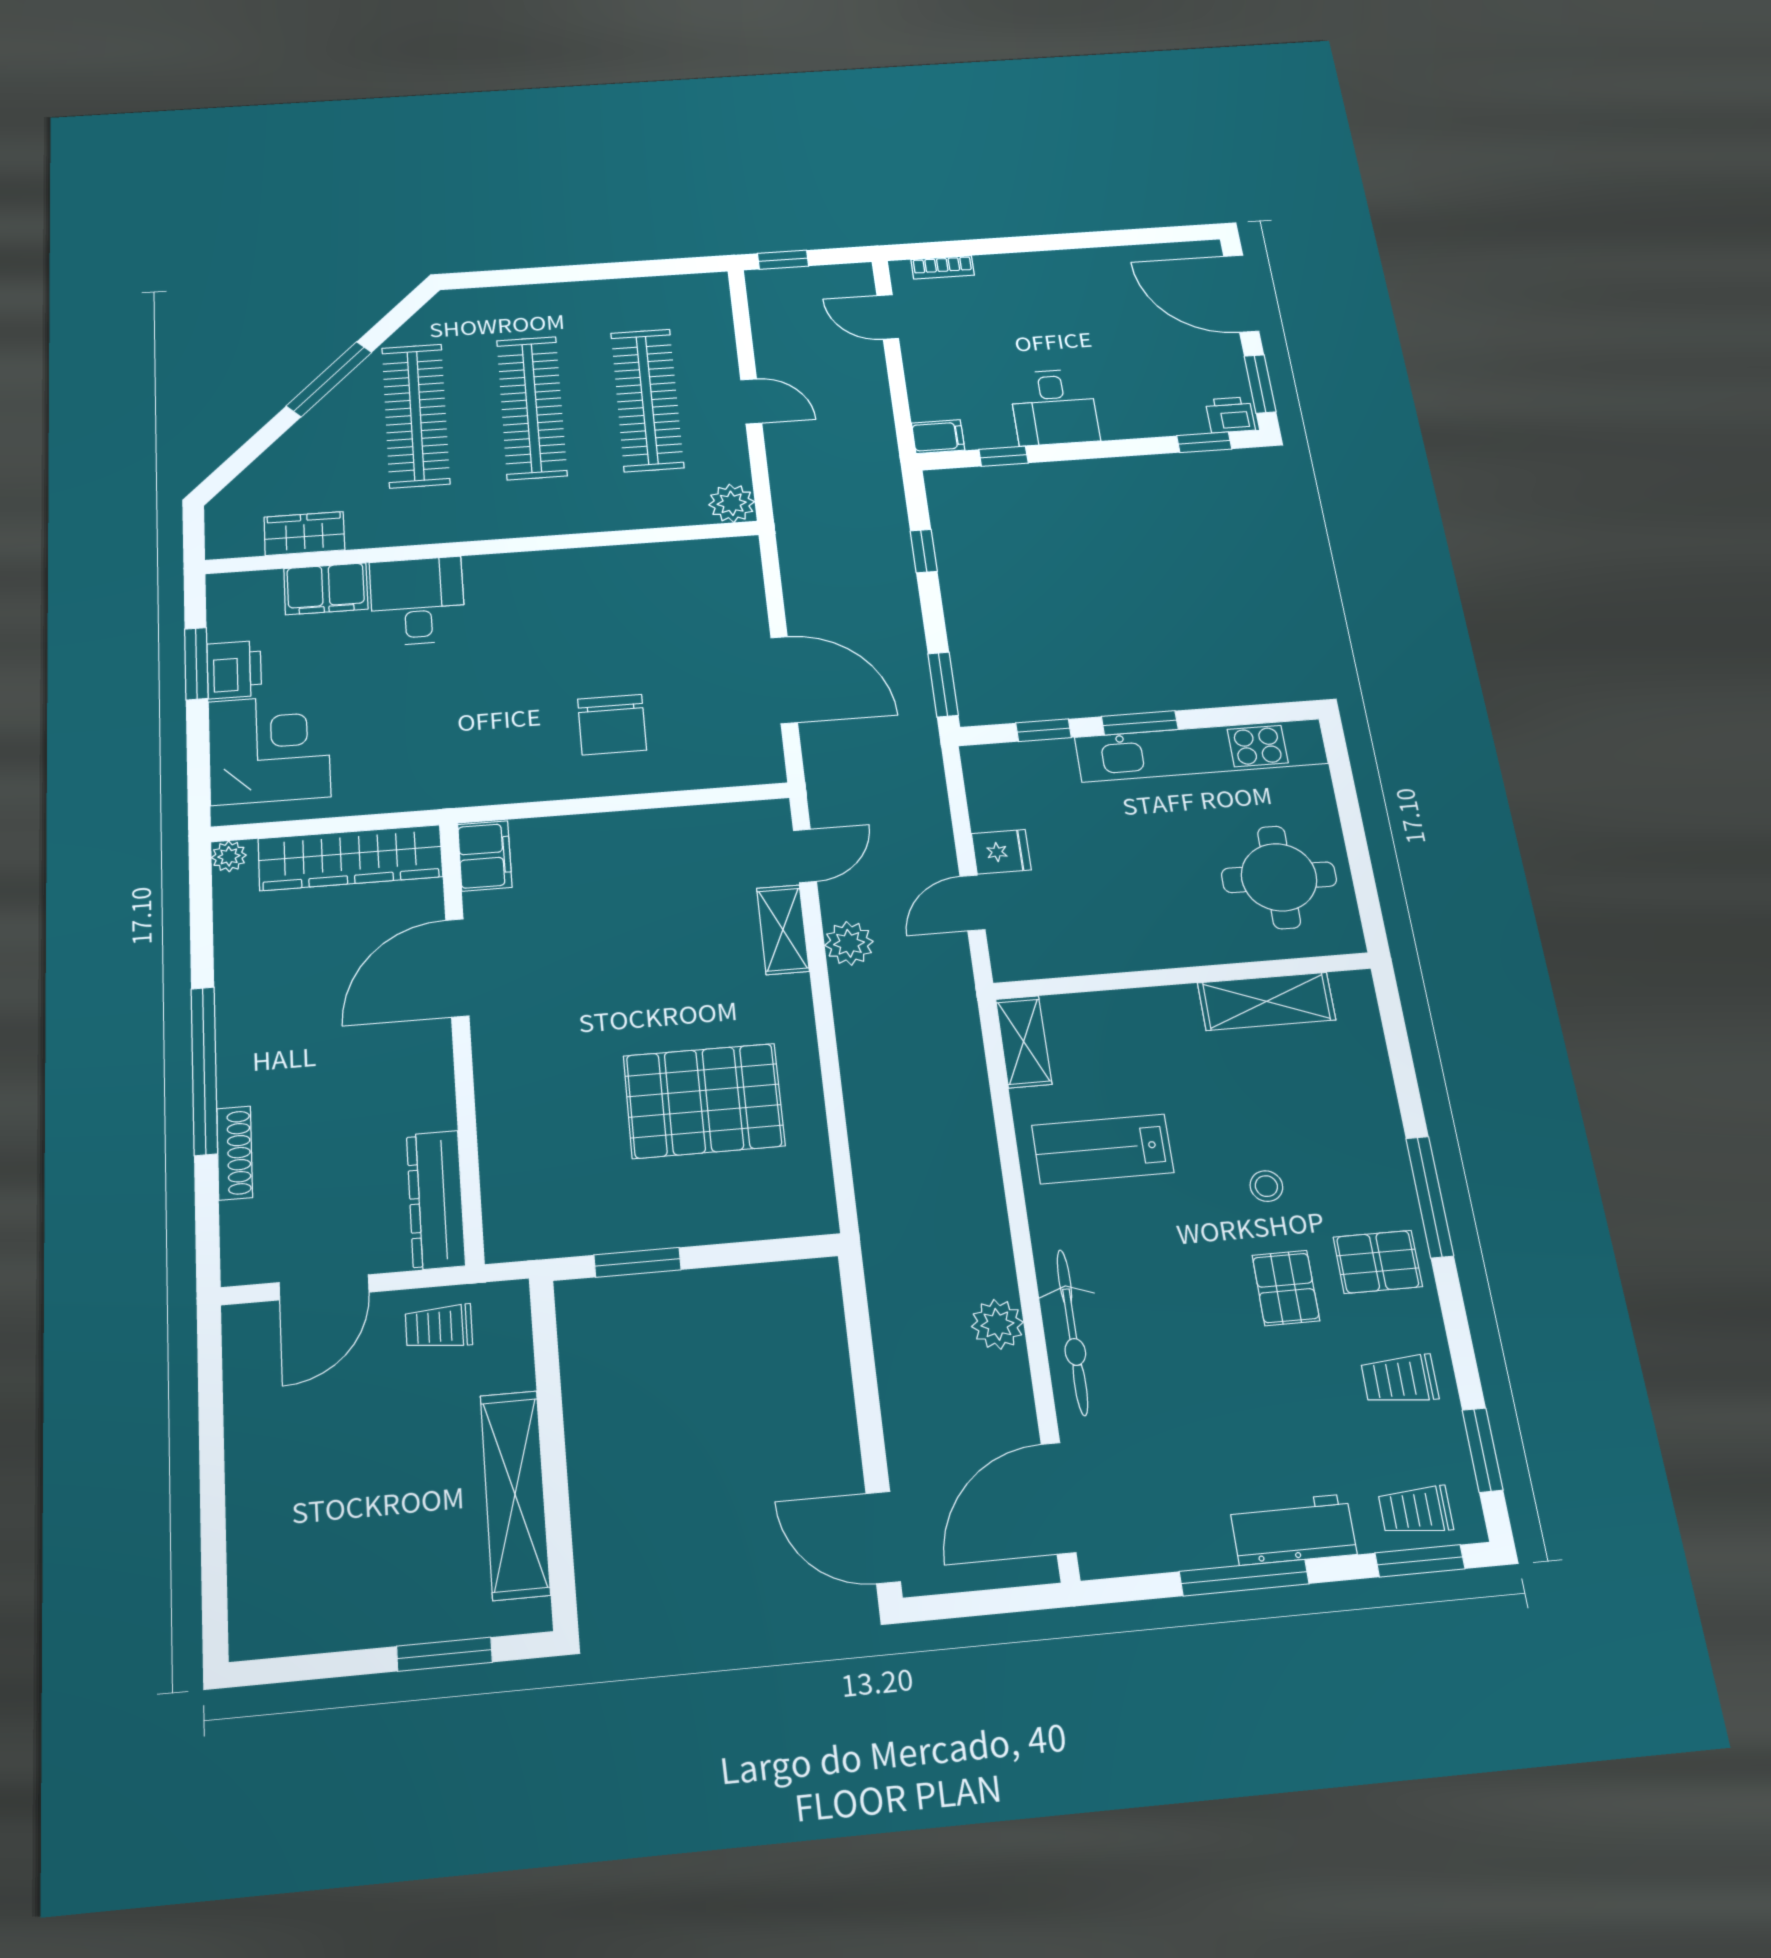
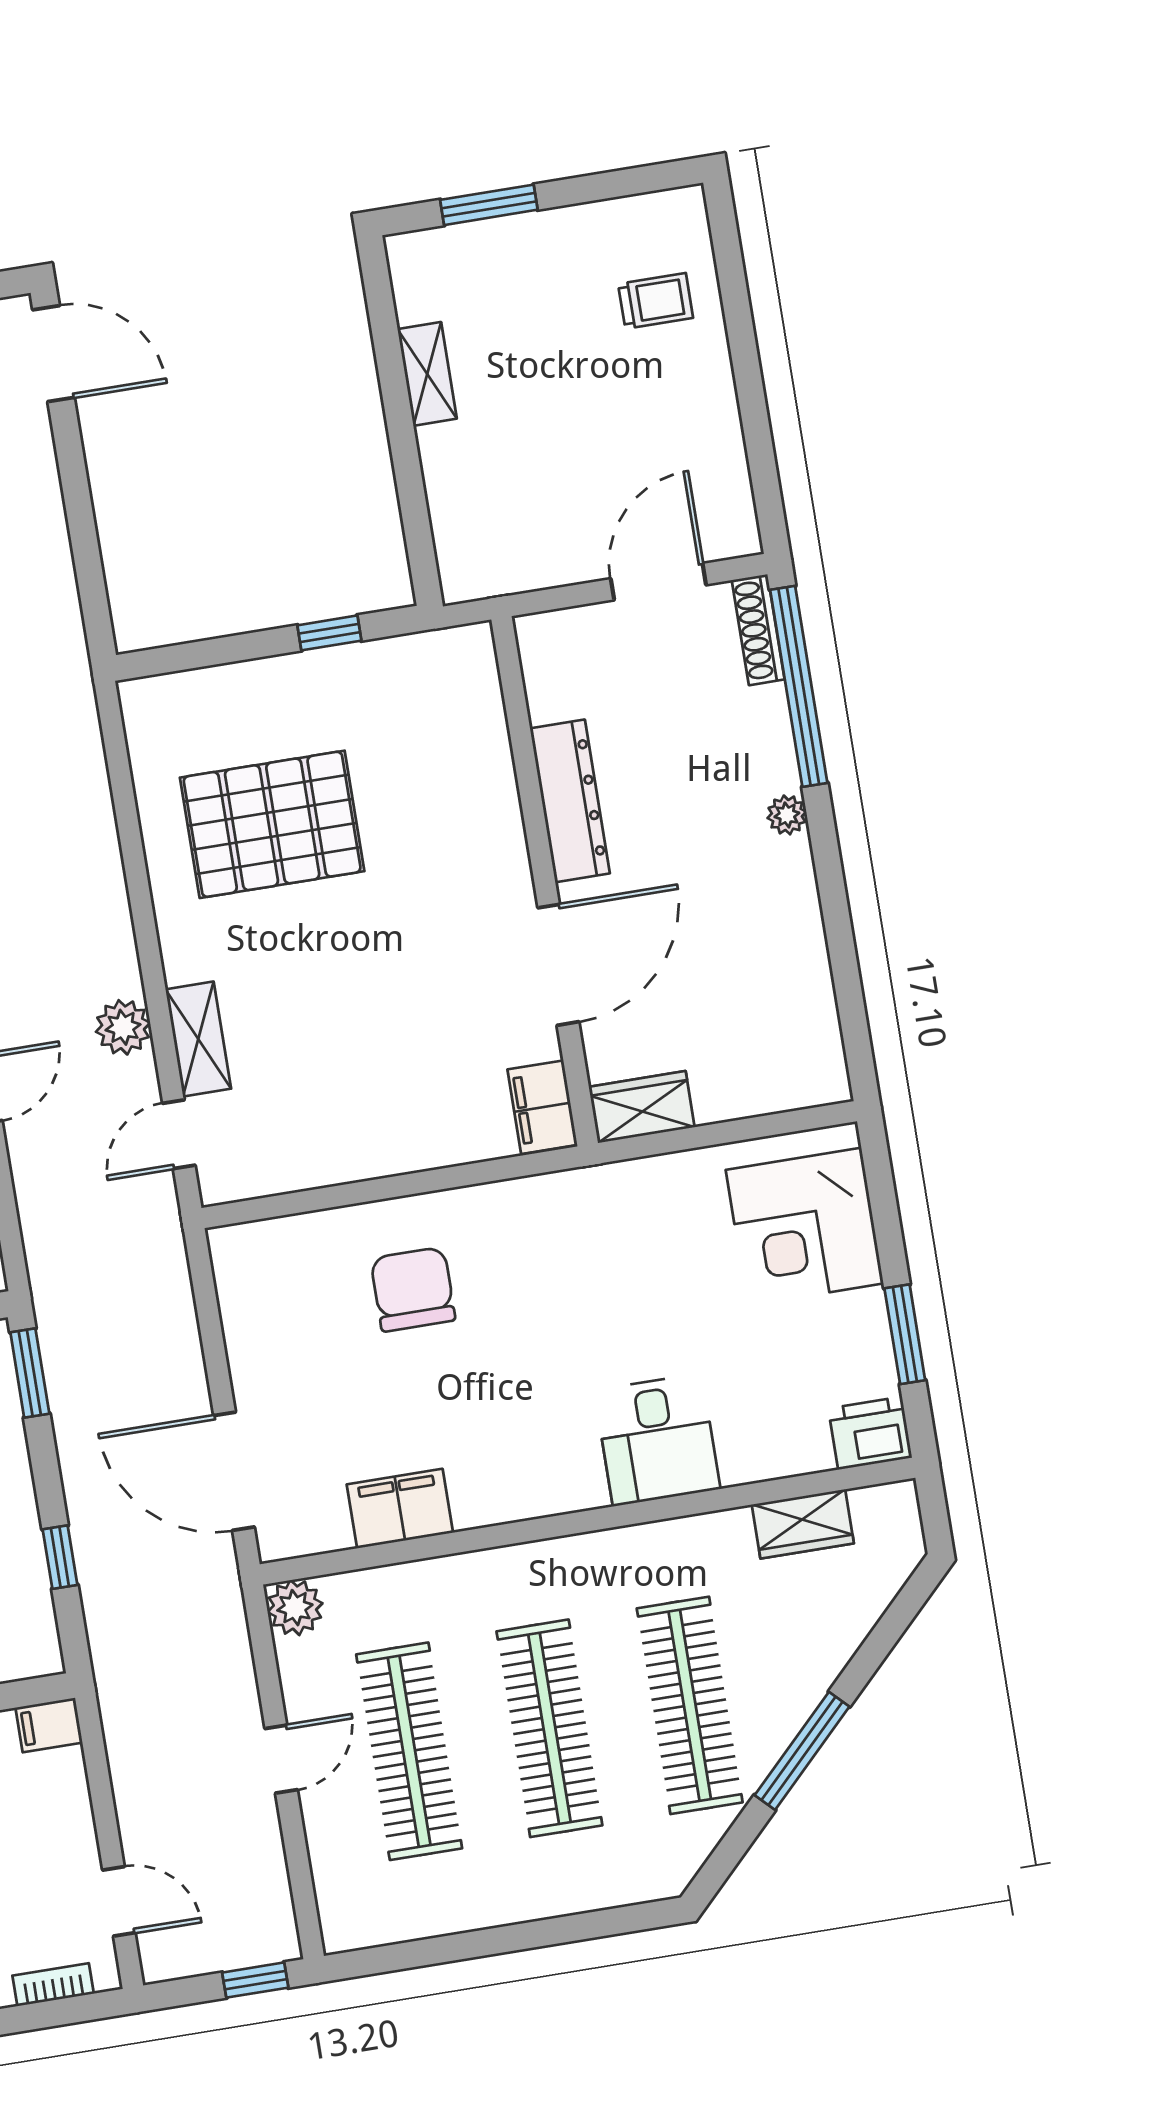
door: (751, 401) -> (281, 1759), swing flipped
filing cabinet: (326, 589) -> (400, 1509), moved
printer: (234, 670) -> (870, 1433), moved, turned 90
door: (784, 680) -> (234, 1471), moved
plant: (229, 856) -> (787, 815), moved
wardrobe: (350, 858) -> (642, 1107), width x0.48, depth x0.85
window: (204, 1070) -> (799, 686), moved
shoe rack: (235, 1153) -> (758, 630), moved
dresser: (436, 1200) -> (570, 801), moved
window: (637, 1262) -> (329, 633), width x0.67
trolley: (439, 1327) -> (656, 301), moved
shelving: (515, 1494) -> (427, 374), width x0.45, depth x0.75

